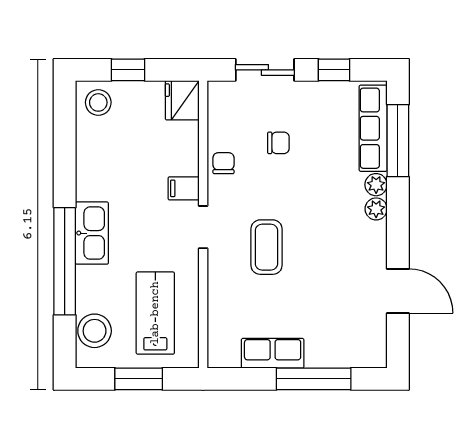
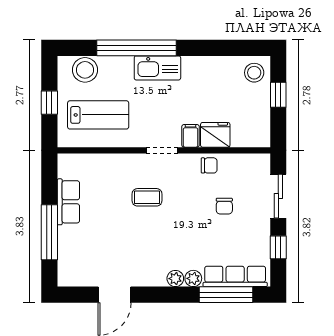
fridge: (182, 100) -> (215, 135), moved
coffee table: (266, 247) -> (147, 197), width x0.73, depth x0.77
window: (139, 379) -> (49, 103), width x0.67

